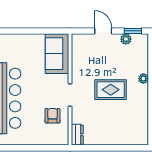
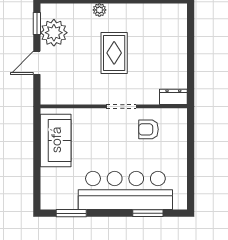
plant: (126, 39) -> (54, 33), width x1.87, depth x1.87
sofa: (57, 54) -> (56, 140), moved, turned -90

